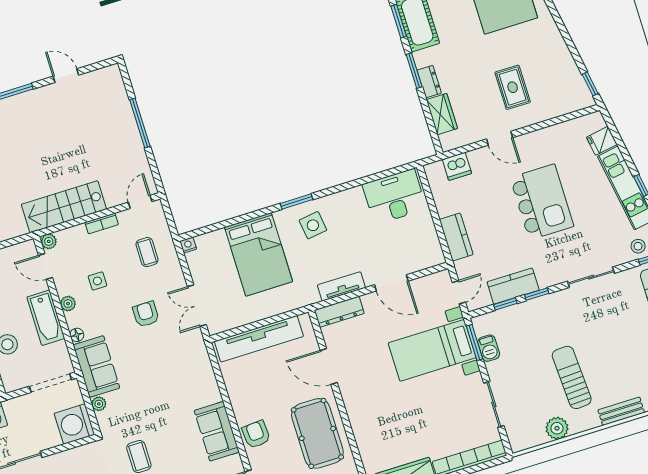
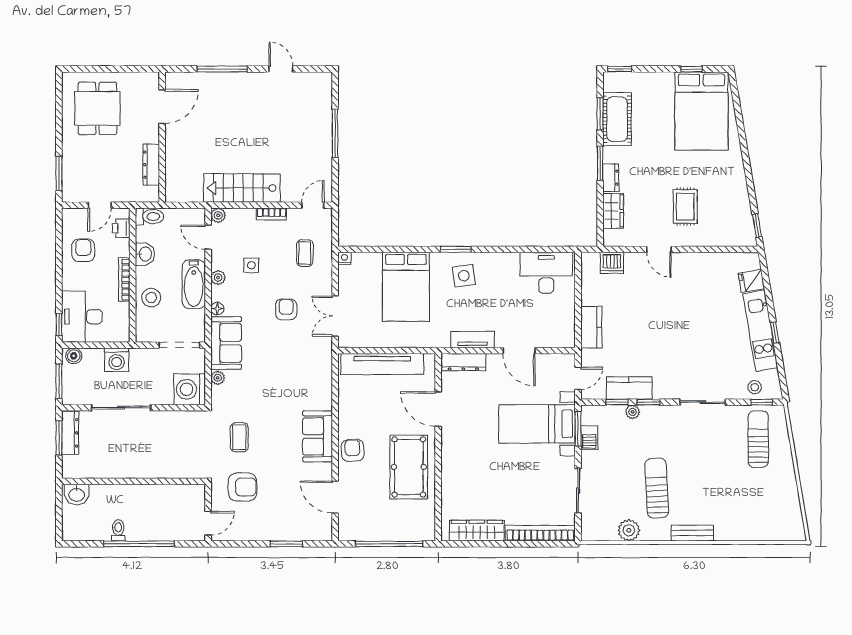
kitchen island: (542, 202) -> (679, 319), removed
plant: (524, 309) -> (633, 412), added

